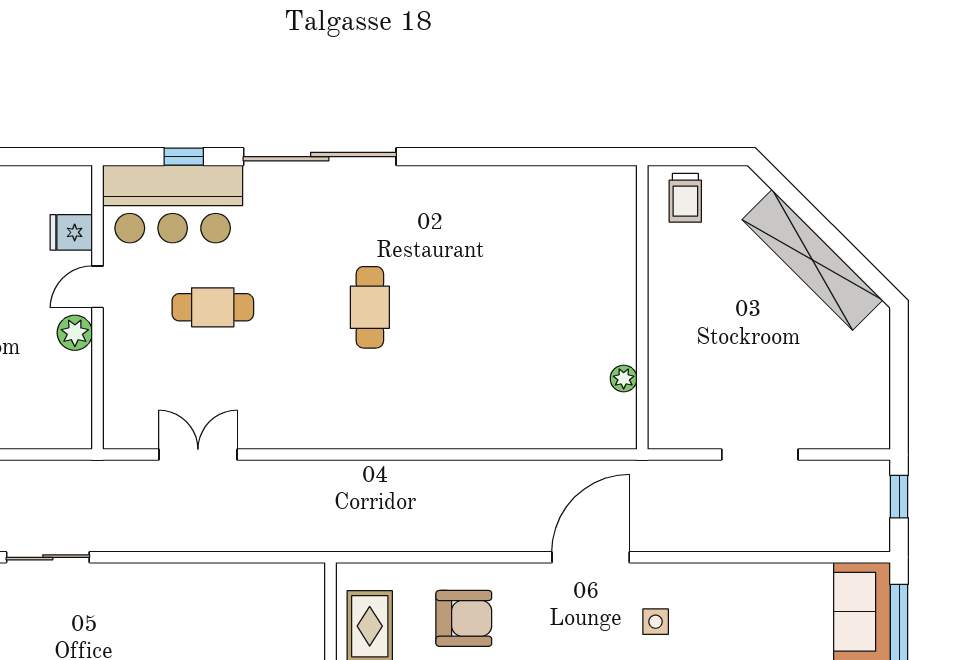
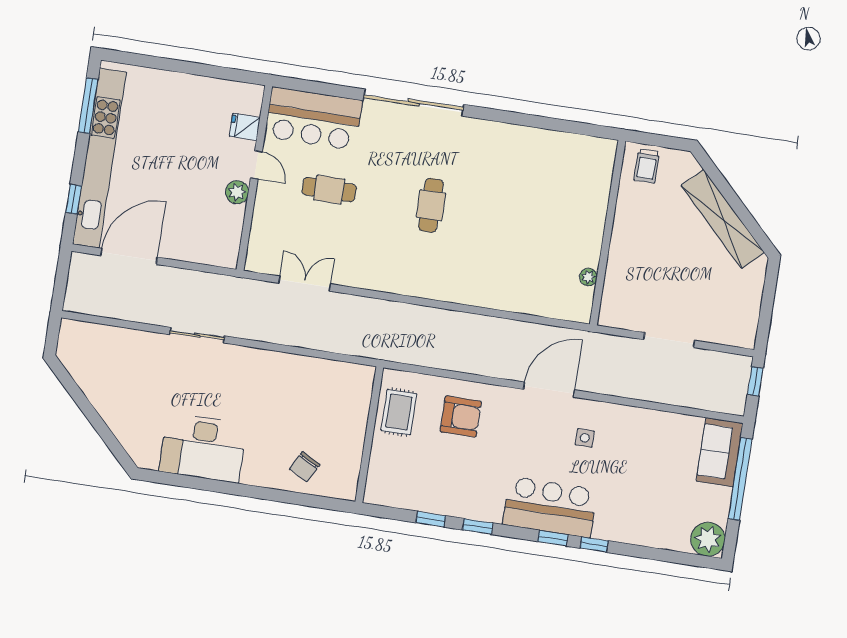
window: (184, 157) -> (325, 89), removed
door: (98, 287) -> (256, 165), swing flipped

